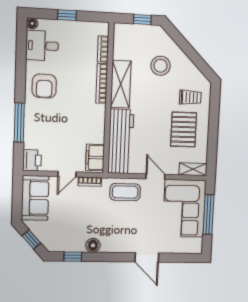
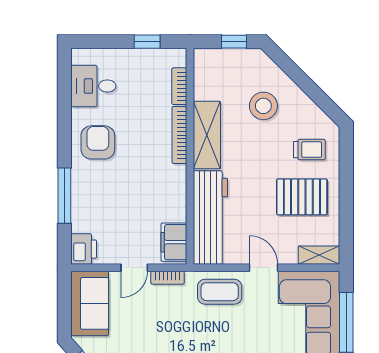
window: (67, 15) -> (147, 42), moved
floor lamp: (32, 23) -> (79, 56), removed
armchair: (44, 86) -> (98, 142), turned 180
pallet: (184, 129) -> (302, 197), turned 90

